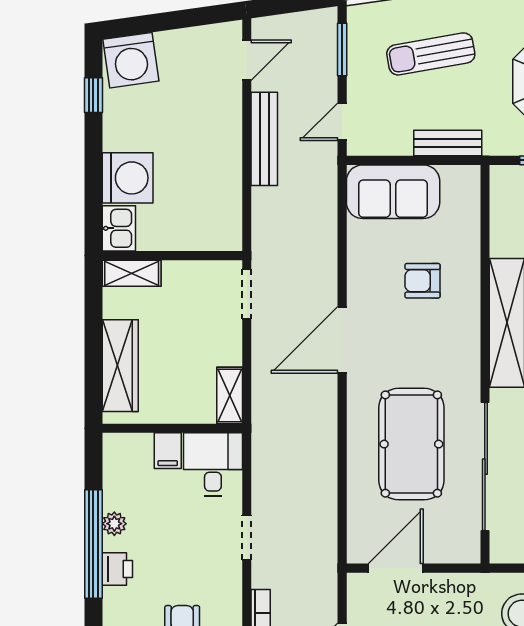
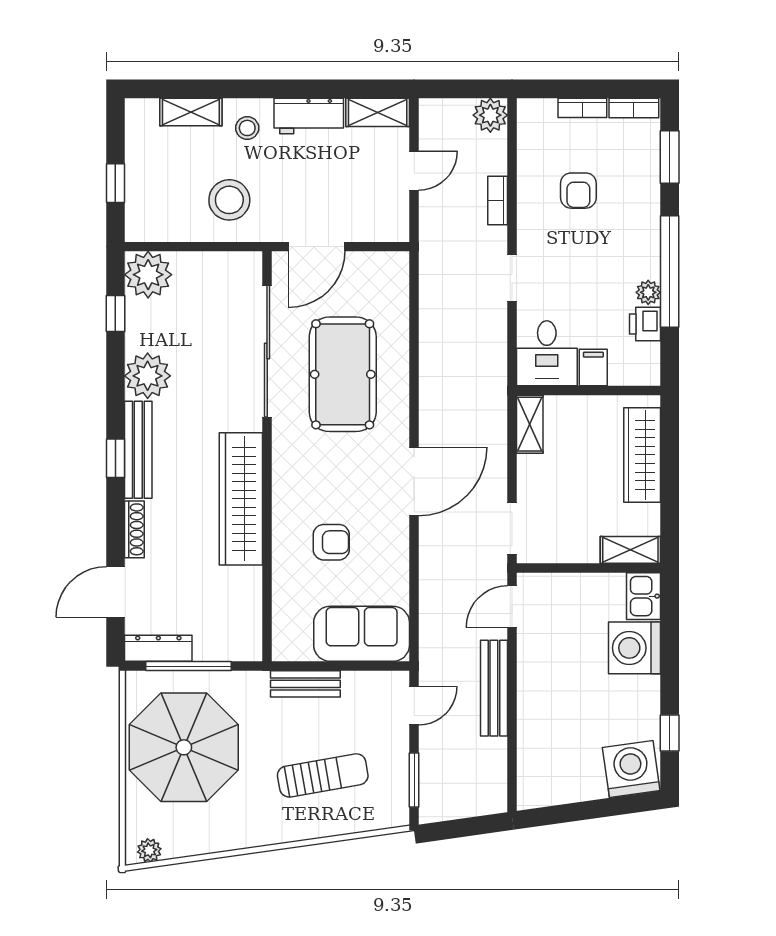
door: (247, 60) -> (512, 607), moved
door: (396, 568) -> (317, 247), moved
printer: (117, 569) -> (645, 324), moved

